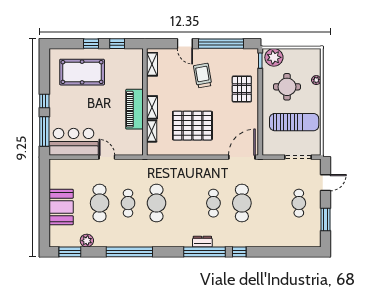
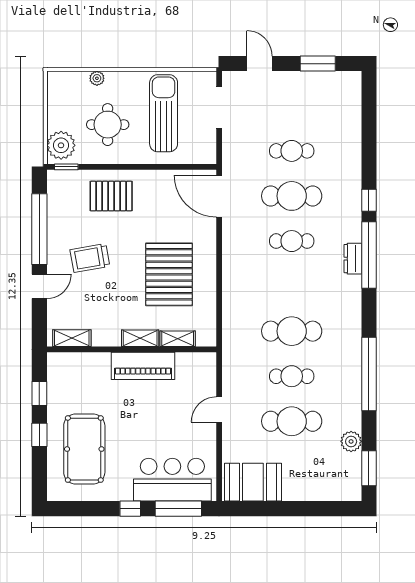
bar counter: (74, 142) -> (172, 480), moved, turned 90
cafe table: (299, 203) -> (292, 151), moved
booth: (61, 207) -> (253, 482), moved

